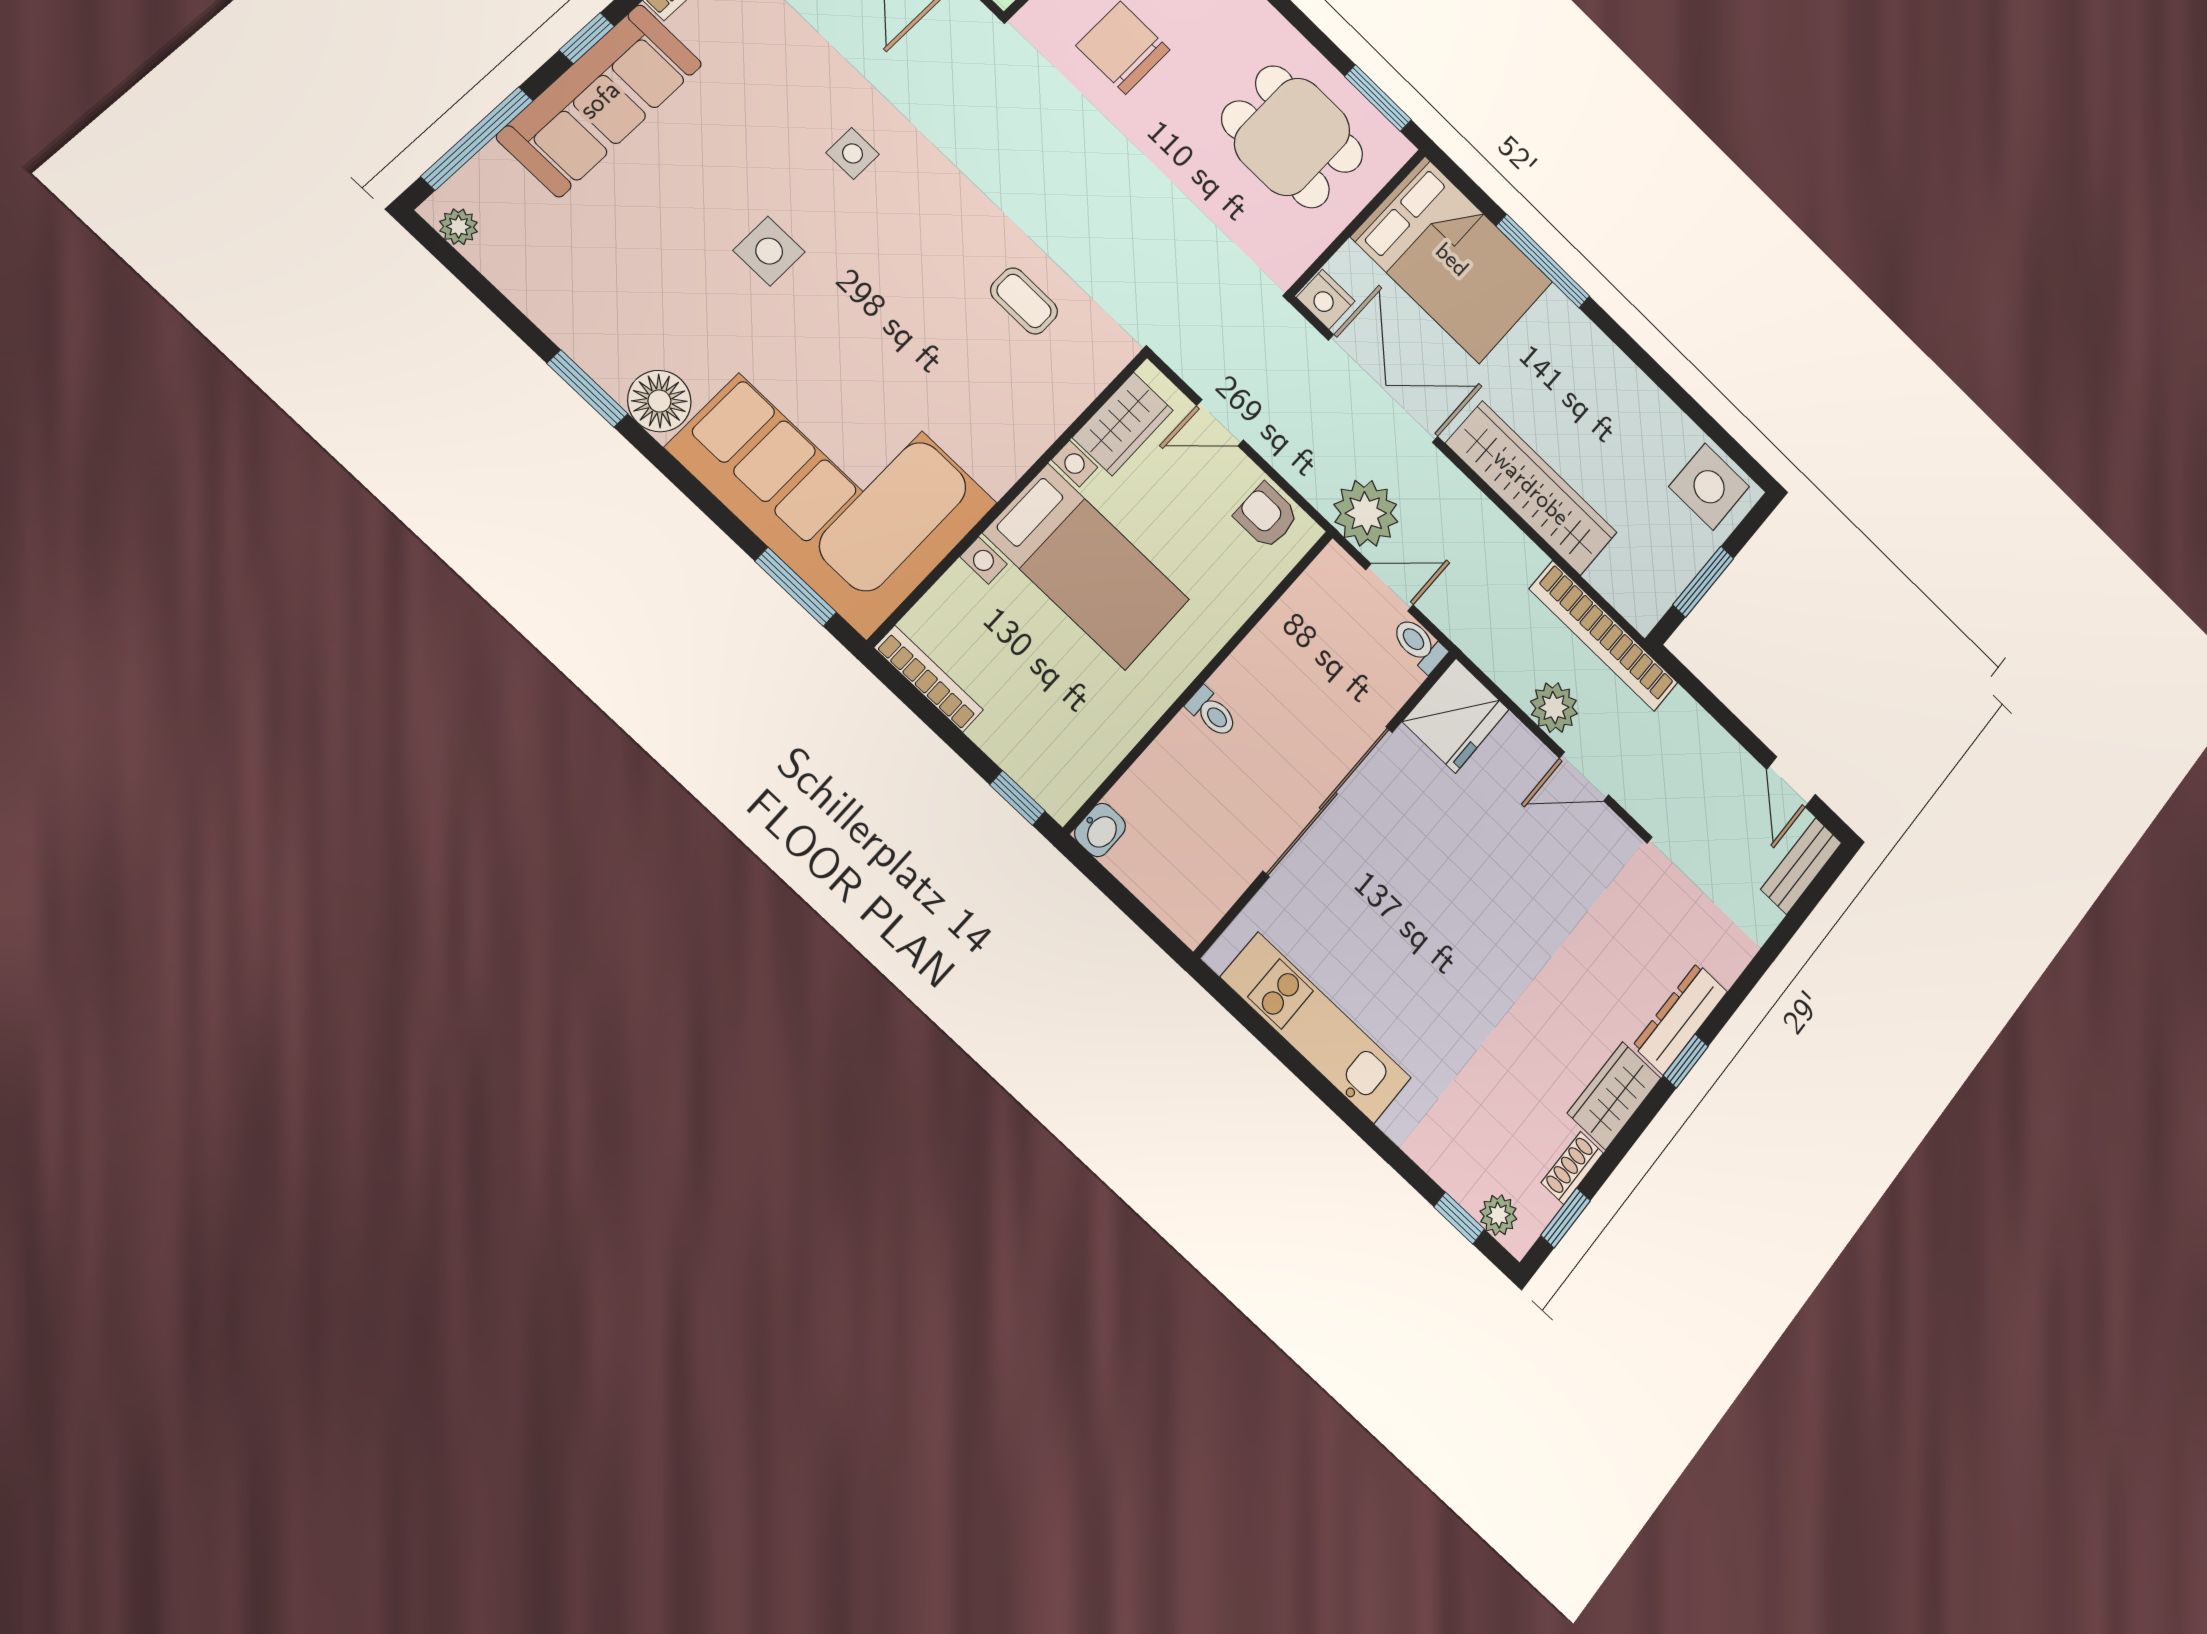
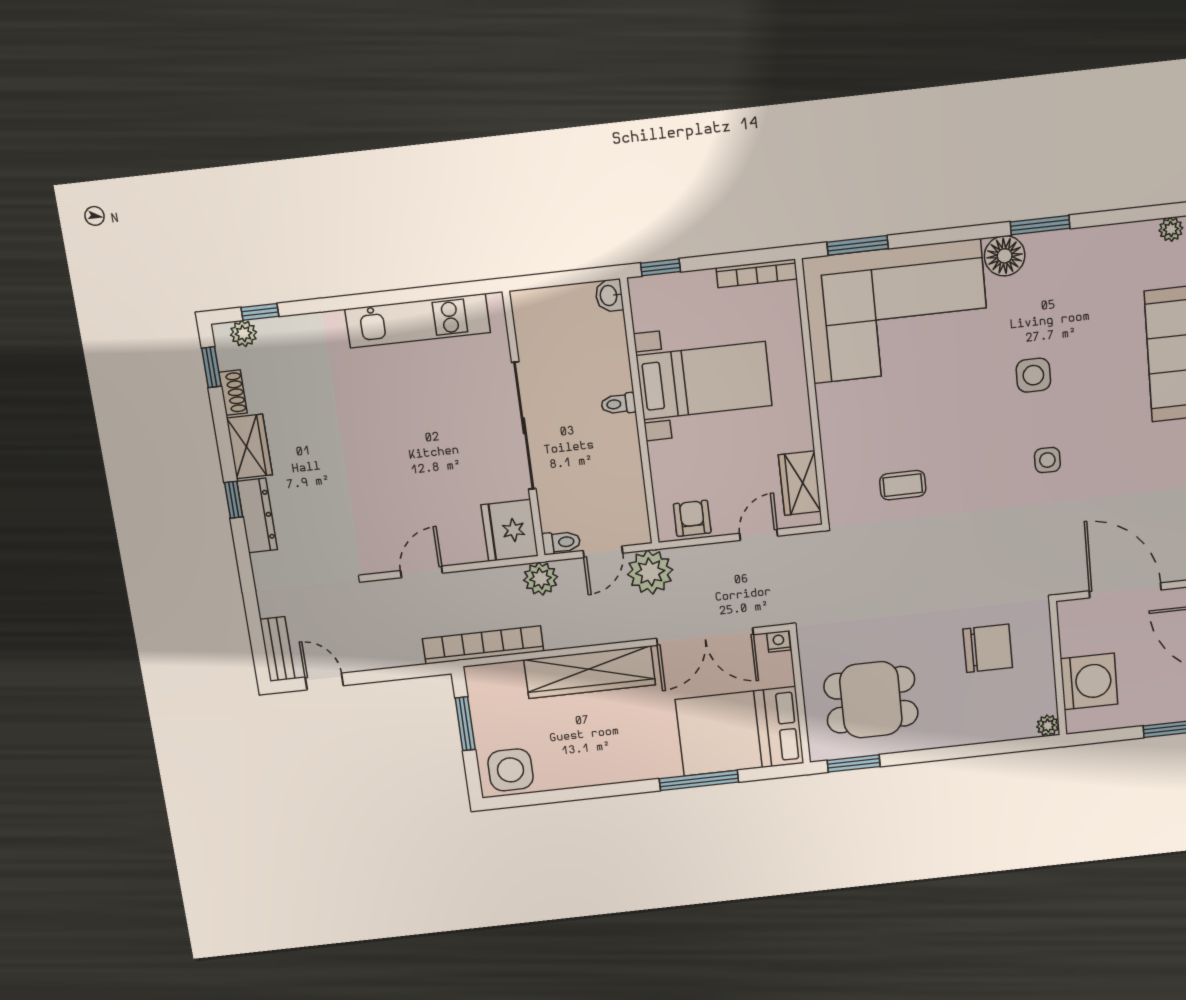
nightstand: (1326, 299) -> (779, 641), width x0.72, depth x0.74
armchair: (1267, 516) -> (692, 518), turned -90
bed with nightstands: (1086, 566) -> (704, 381), moved, turned 180
plant: (1554, 708) -> (541, 579), moved

